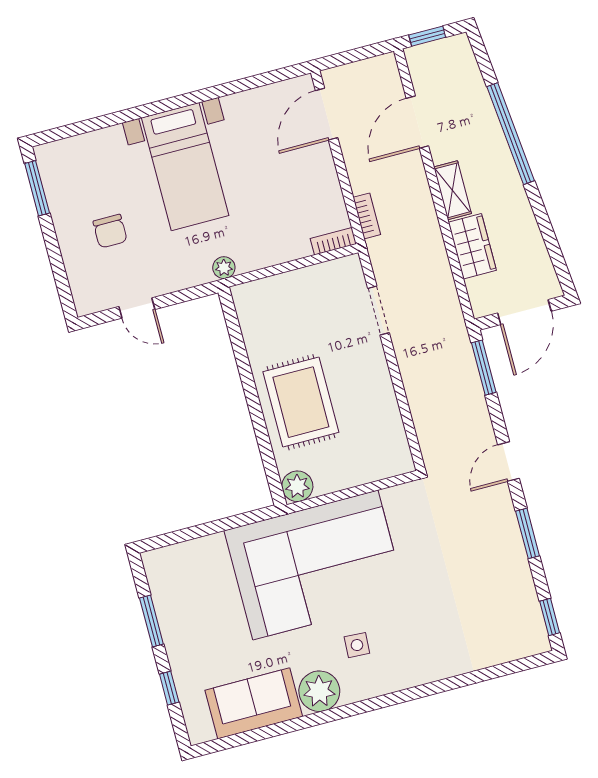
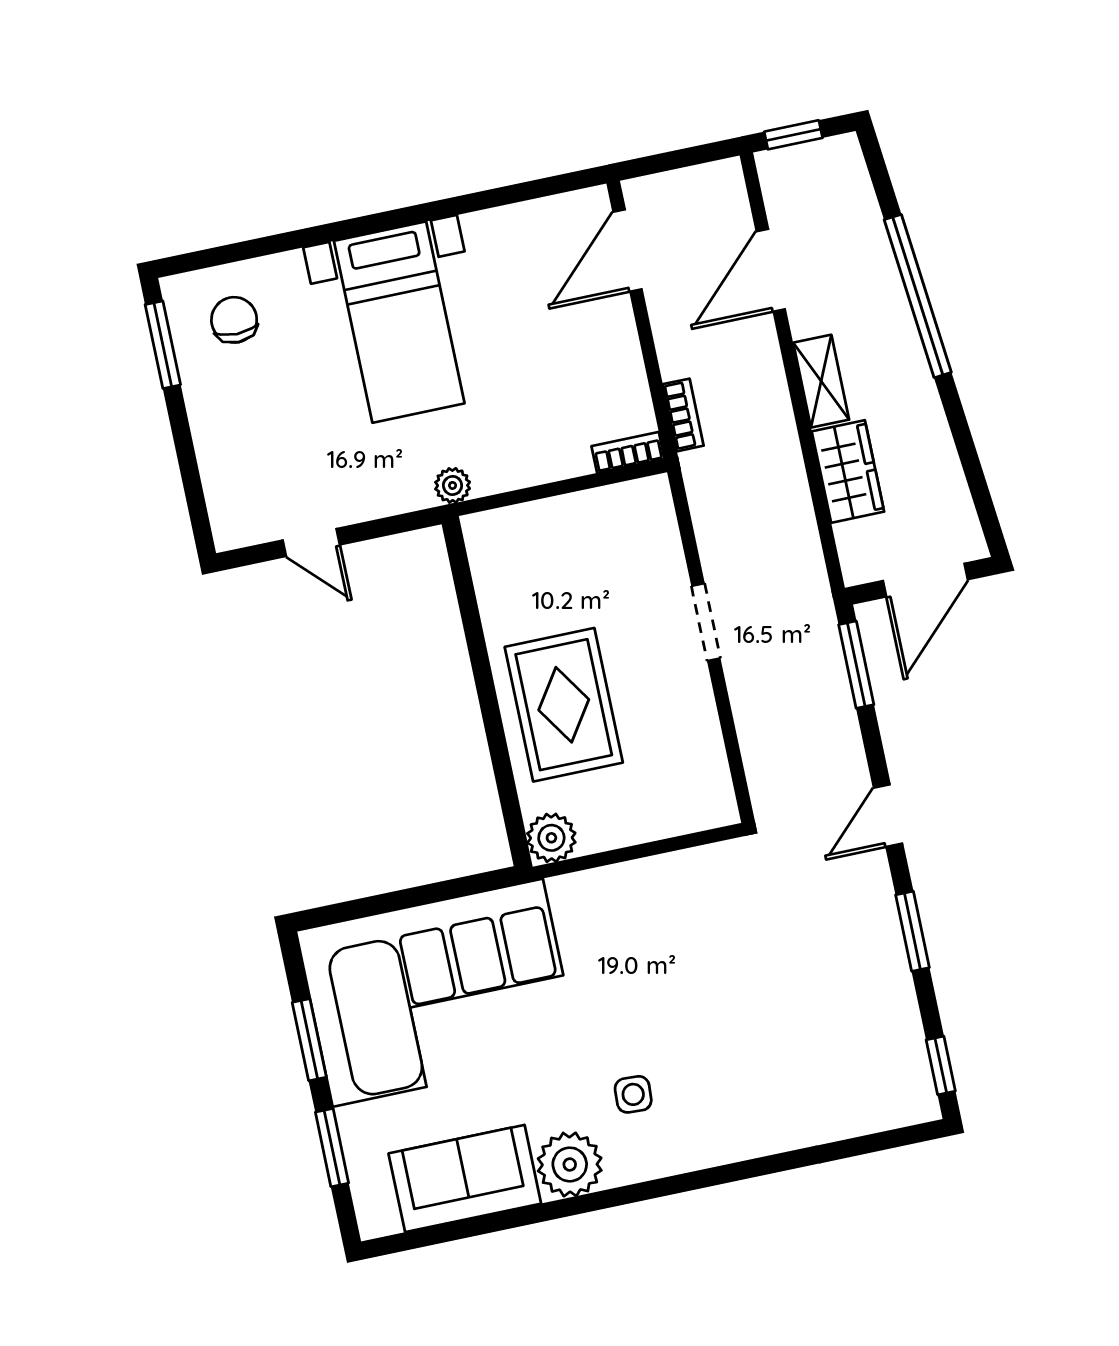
chair: (110, 231) -> (234, 320), moved, turned 180
doorway: (378, 311) -> (706, 622), moved
corner sofa: (315, 565) -> (438, 993), moved
window: (169, 688) -> (332, 1148), width x1.50

